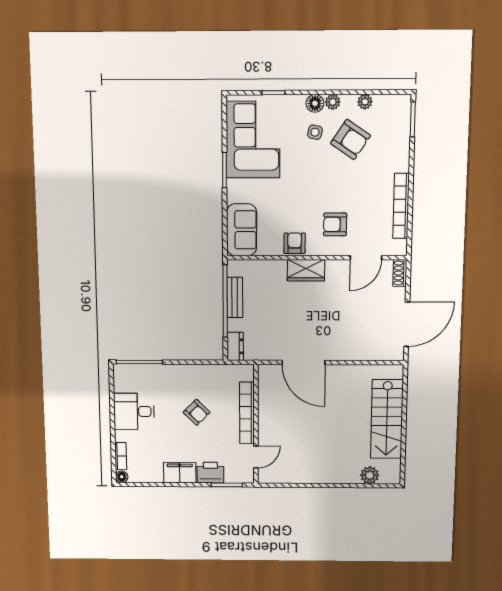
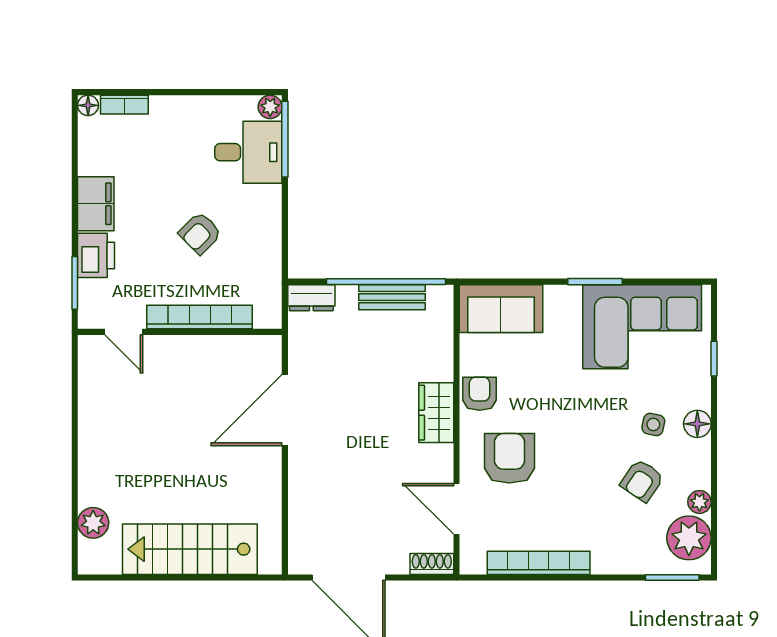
plant: (333, 102) -> (689, 538), moved, width x1.87, depth x1.87
armchair: (351, 139) -> (642, 481), width x0.72, depth x0.72
armchair: (335, 224) -> (509, 458), width x1.38, depth x1.38
armchair: (295, 243) -> (480, 394), turned -90
plant: (120, 371) -> (270, 107), added
desk: (134, 411) -> (248, 152), moved, turned 90

